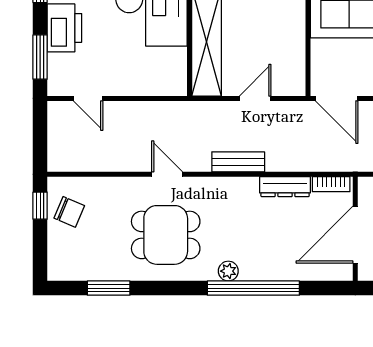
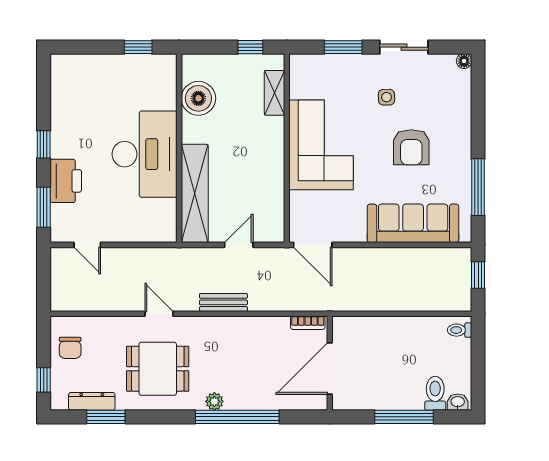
dresser: (285, 187) -> (92, 401), moved, turned 180
window: (40, 206) -> (44, 380), moved
chair: (69, 212) -> (70, 348), turned 67

